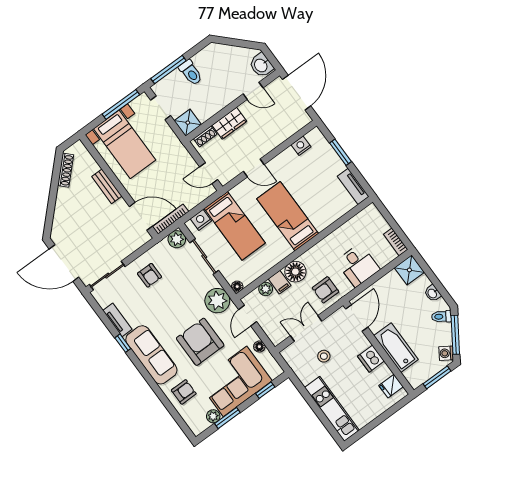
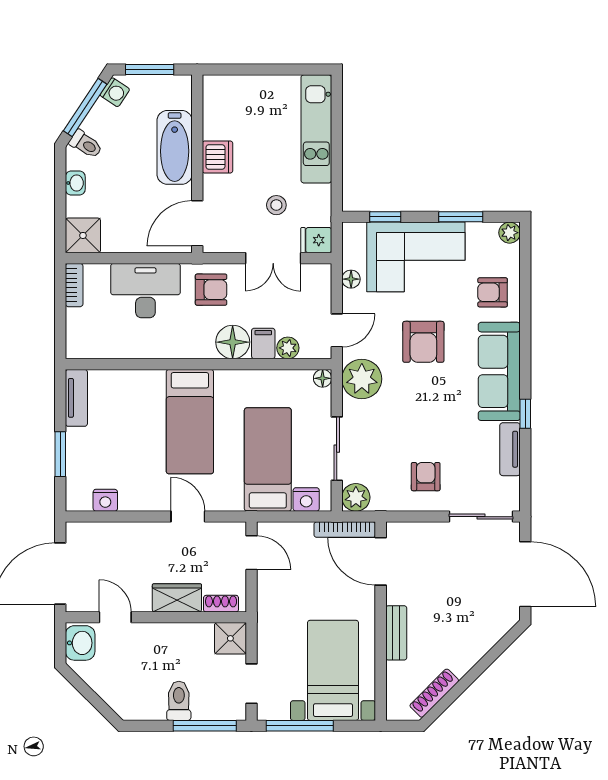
desk: (358, 265) -> (145, 291), width x1.37
armchair: (200, 342) -> (423, 342), width x0.73, depth x0.73
fridge: (391, 386) -> (316, 240), moved, turned 180
plant: (213, 416) -> (510, 233), moved

